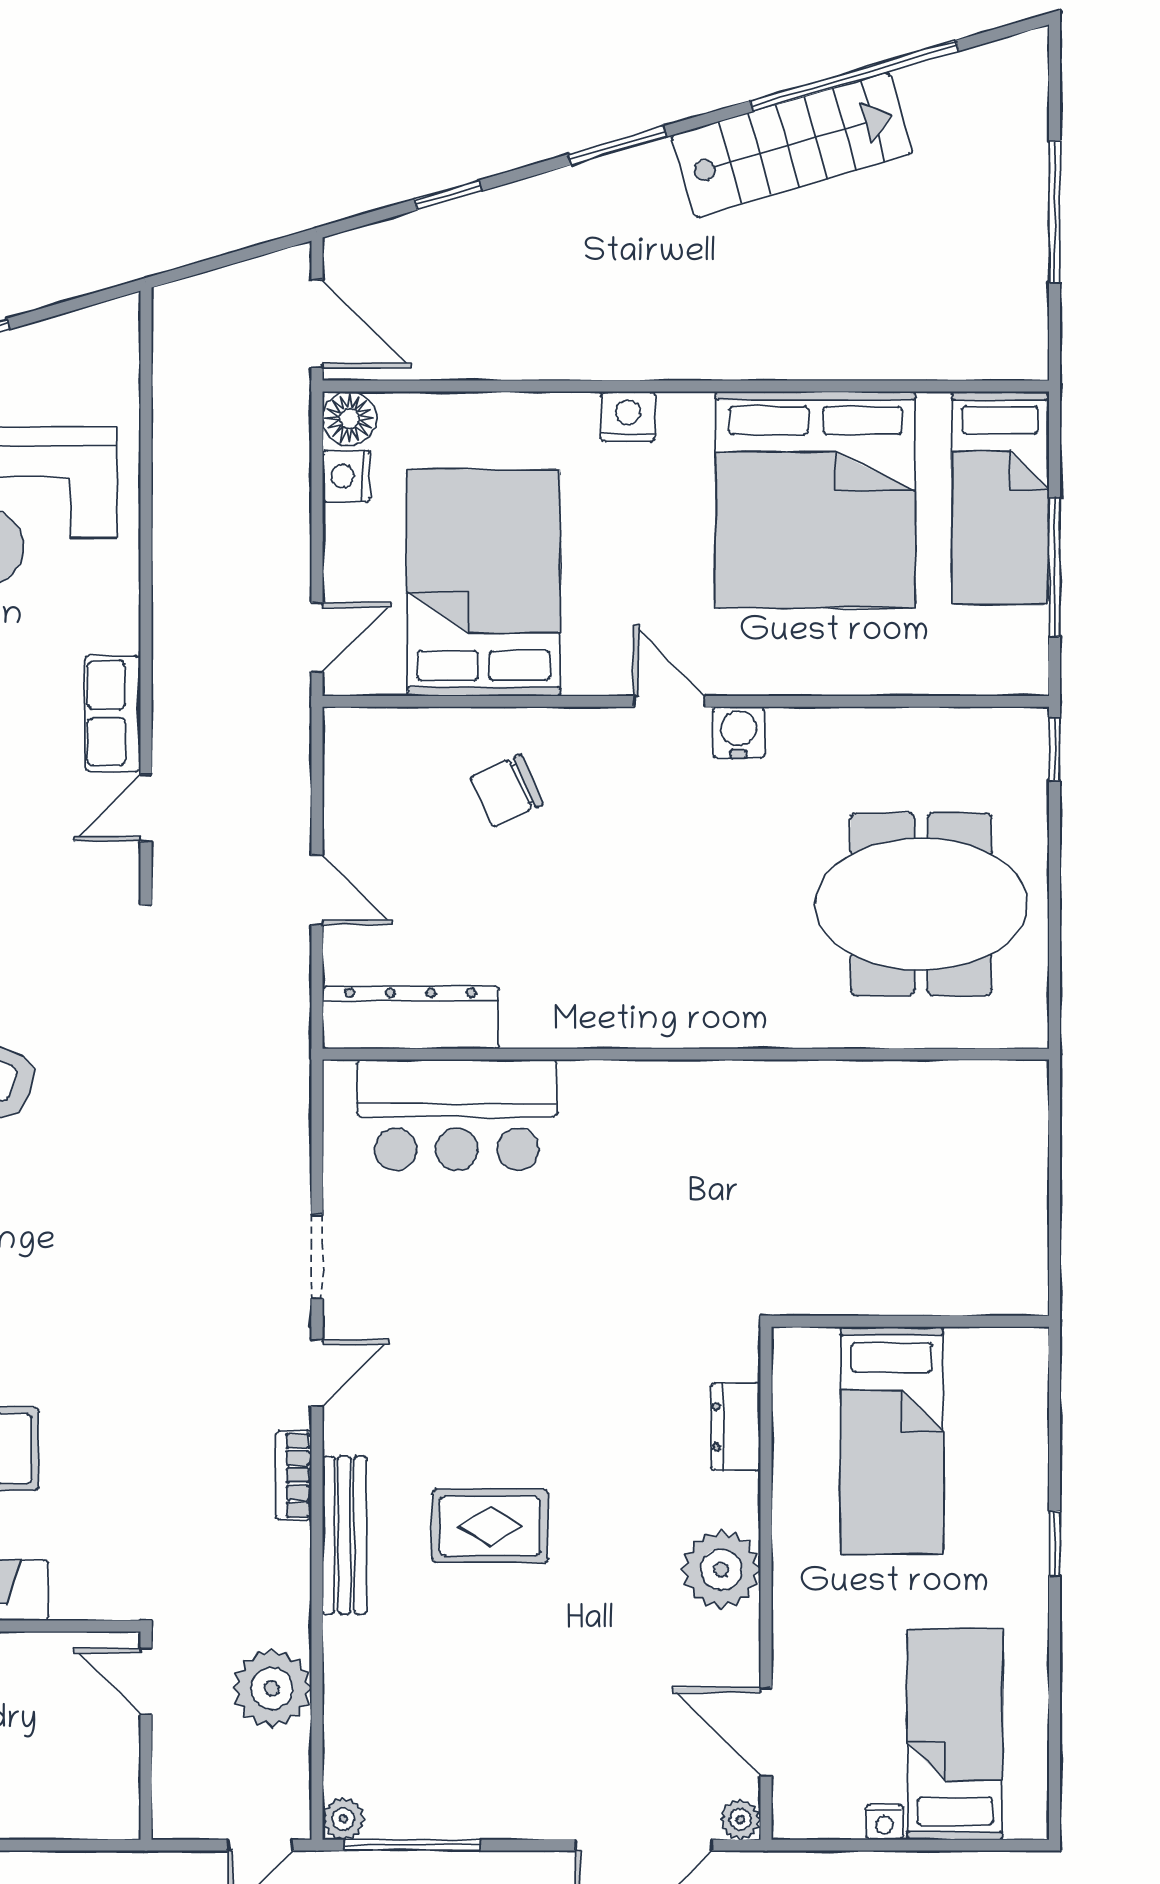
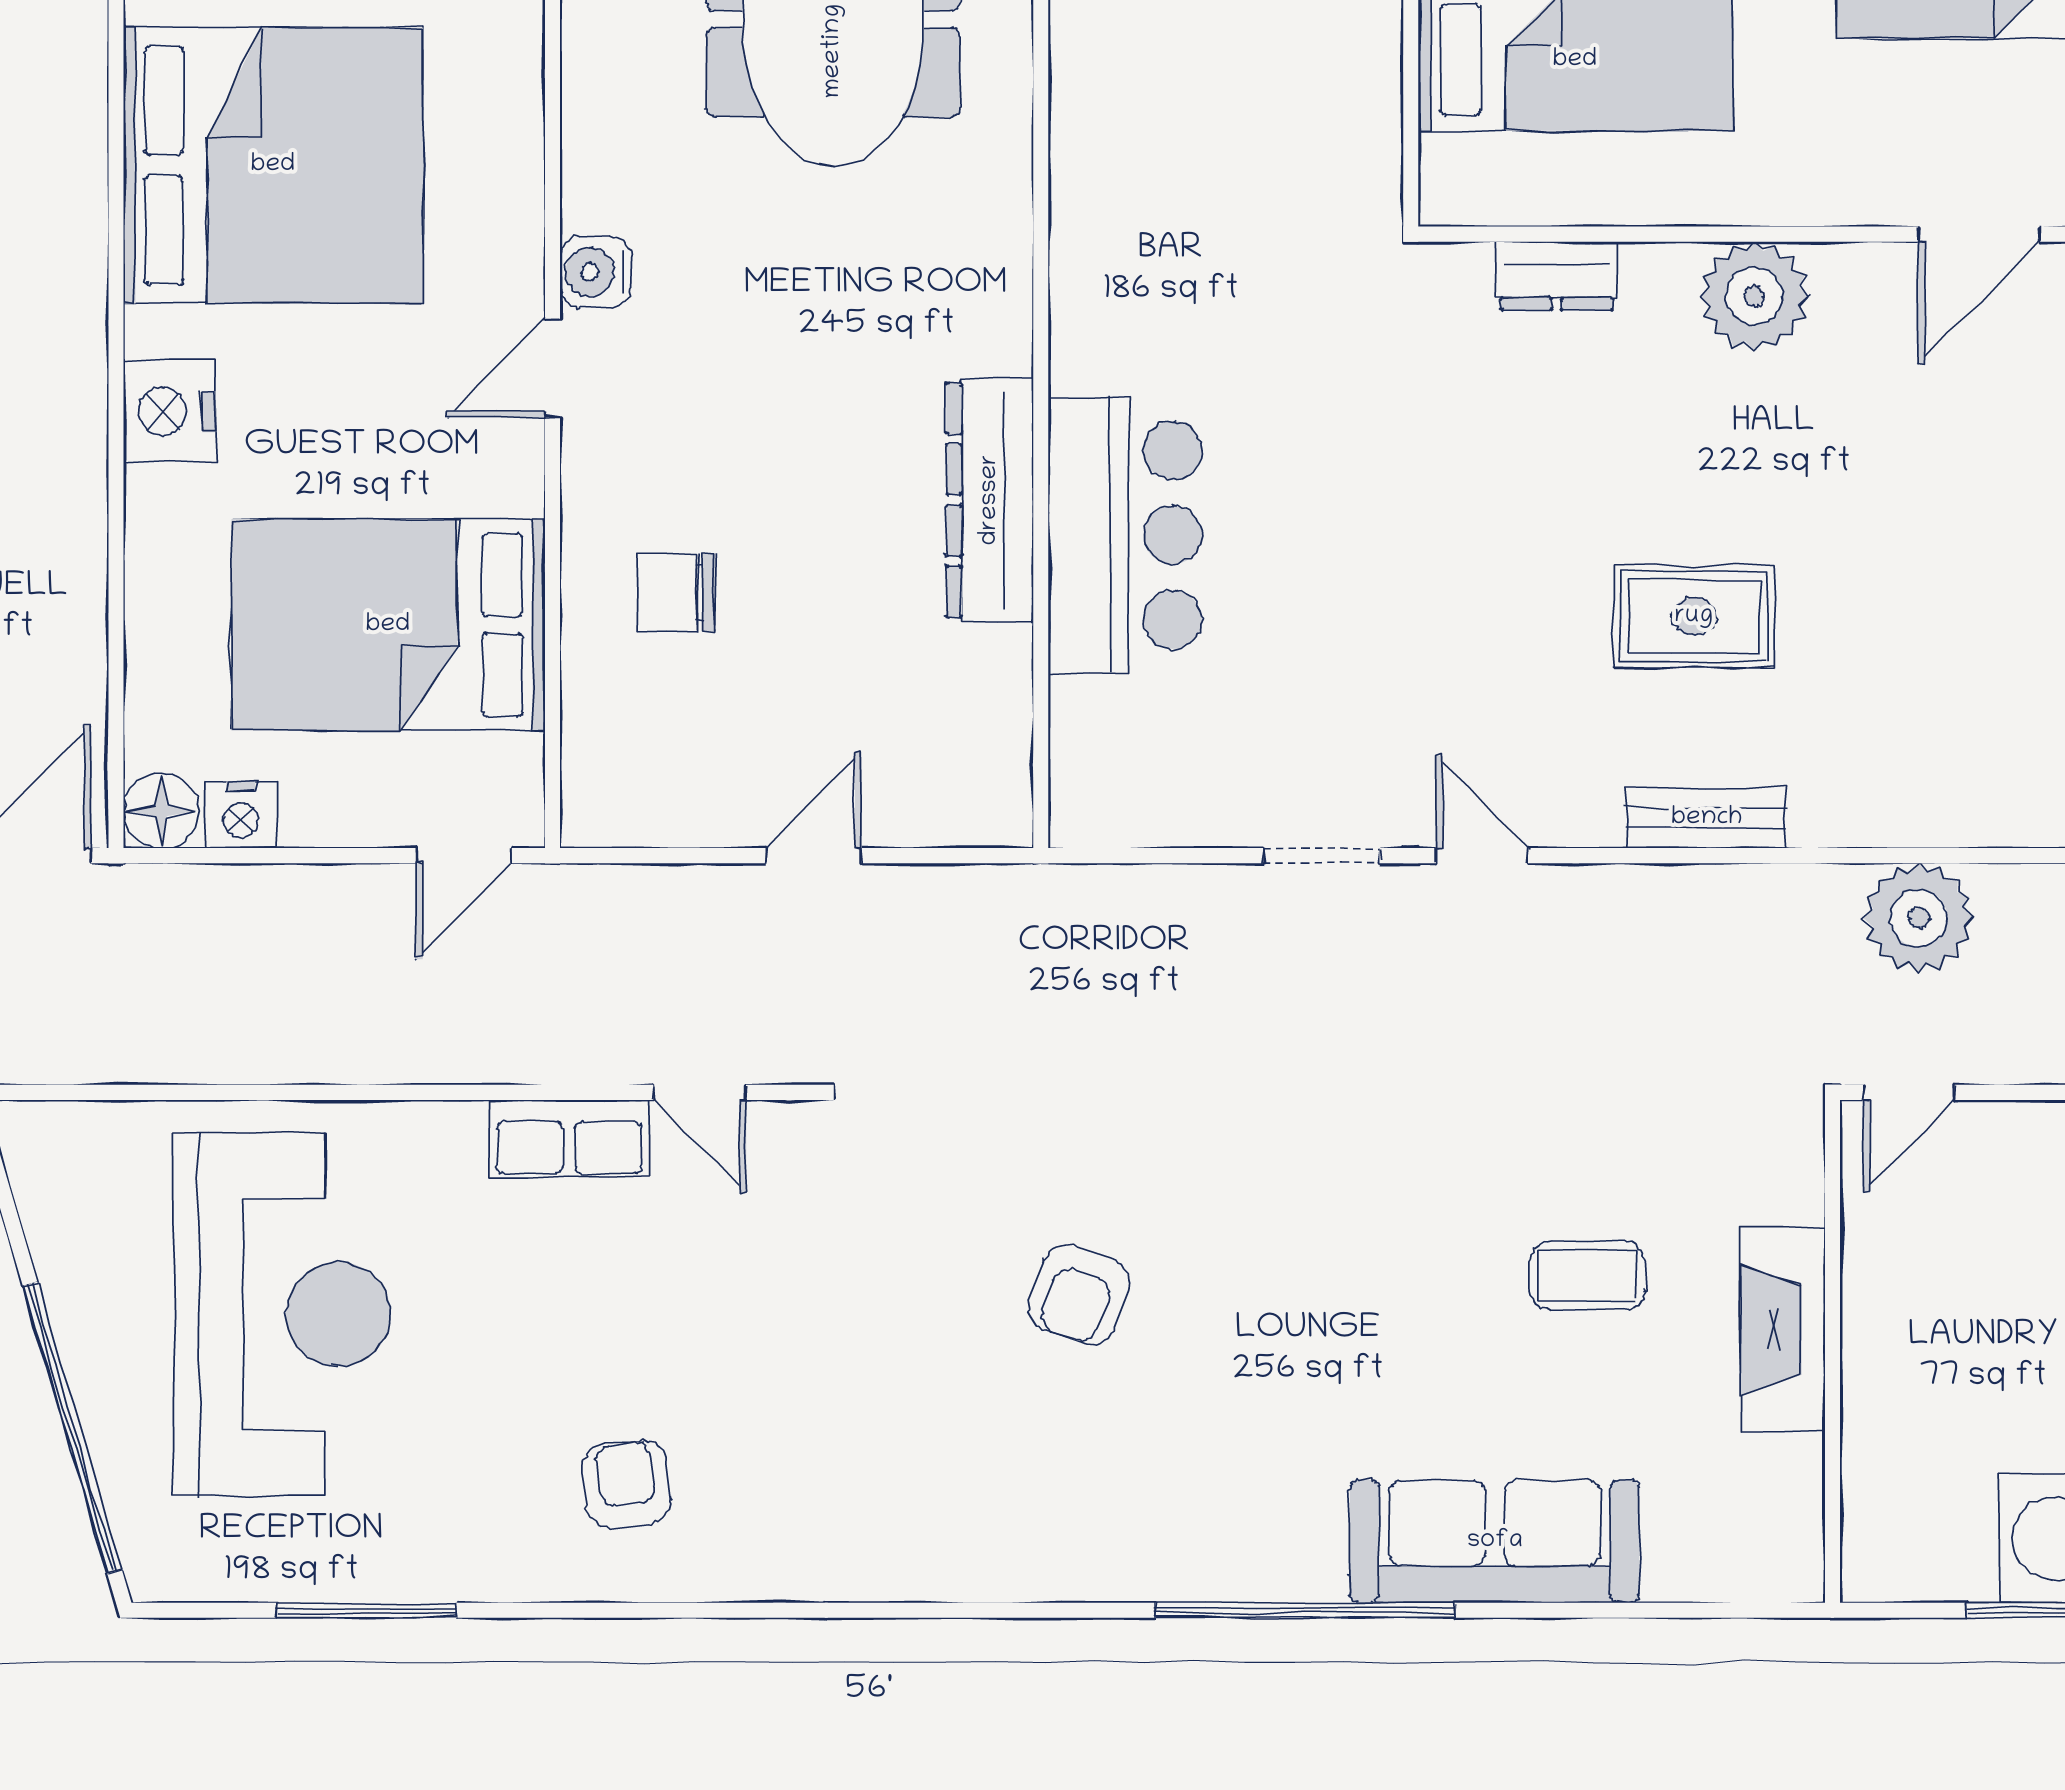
nightstand: (628, 416) -> (169, 412), width x1.36, depth x1.33
door: (317, 637) -> (464, 856), swing flipped
chair: (507, 791) -> (676, 593), turned 114
dresser: (411, 1017) -> (990, 500), moved
bar counter: (457, 1115) -> (1125, 535), moved
bookcase: (294, 1475) -> (1624, 888), removed
rug: (490, 1526) -> (1694, 616), turned 90
bench: (344, 1535) -> (1707, 818), width x0.73

